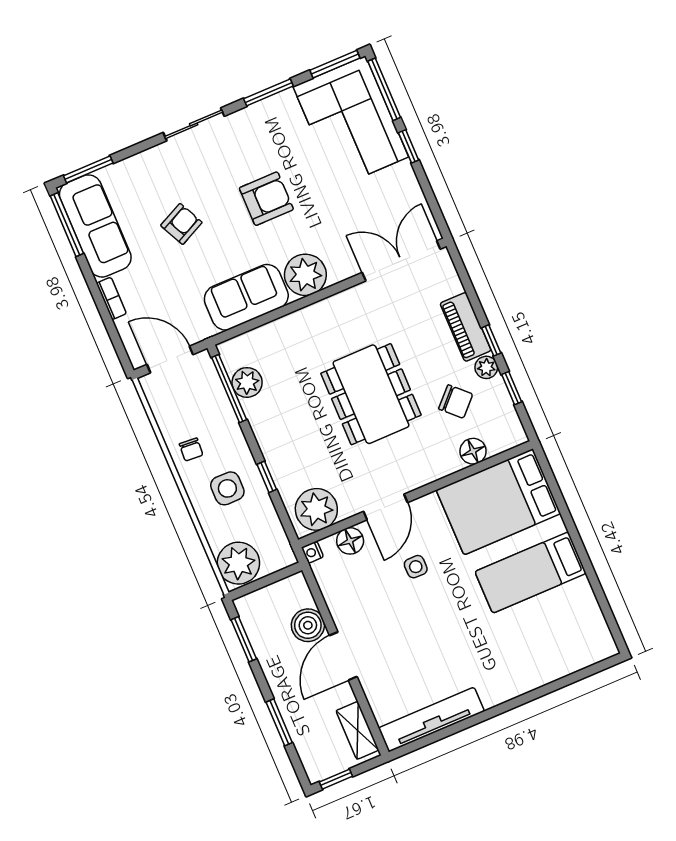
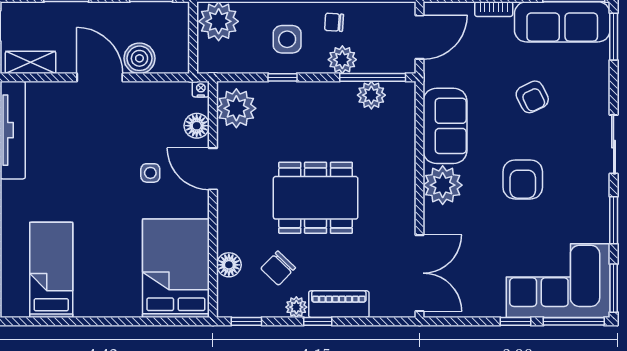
window: (512, 388) -> (246, 321), moved
plant: (224, 426) -> (342, 60), added
bed: (531, 572) -> (51, 270), moved

